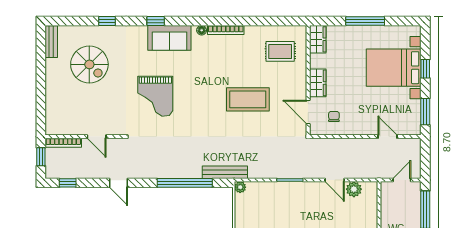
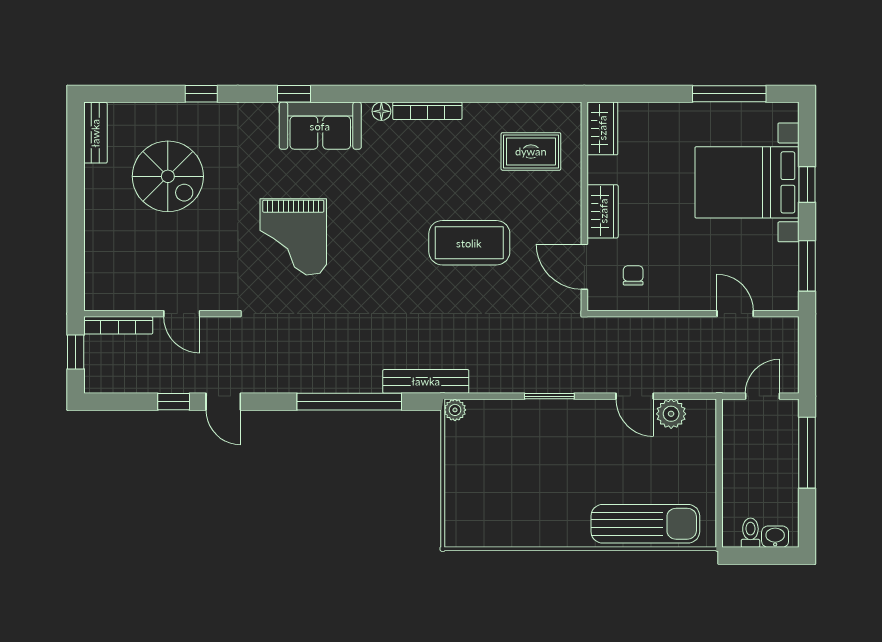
window: (365, 21) -> (729, 94), moved
window: (68, 183) -> (174, 402), moved

